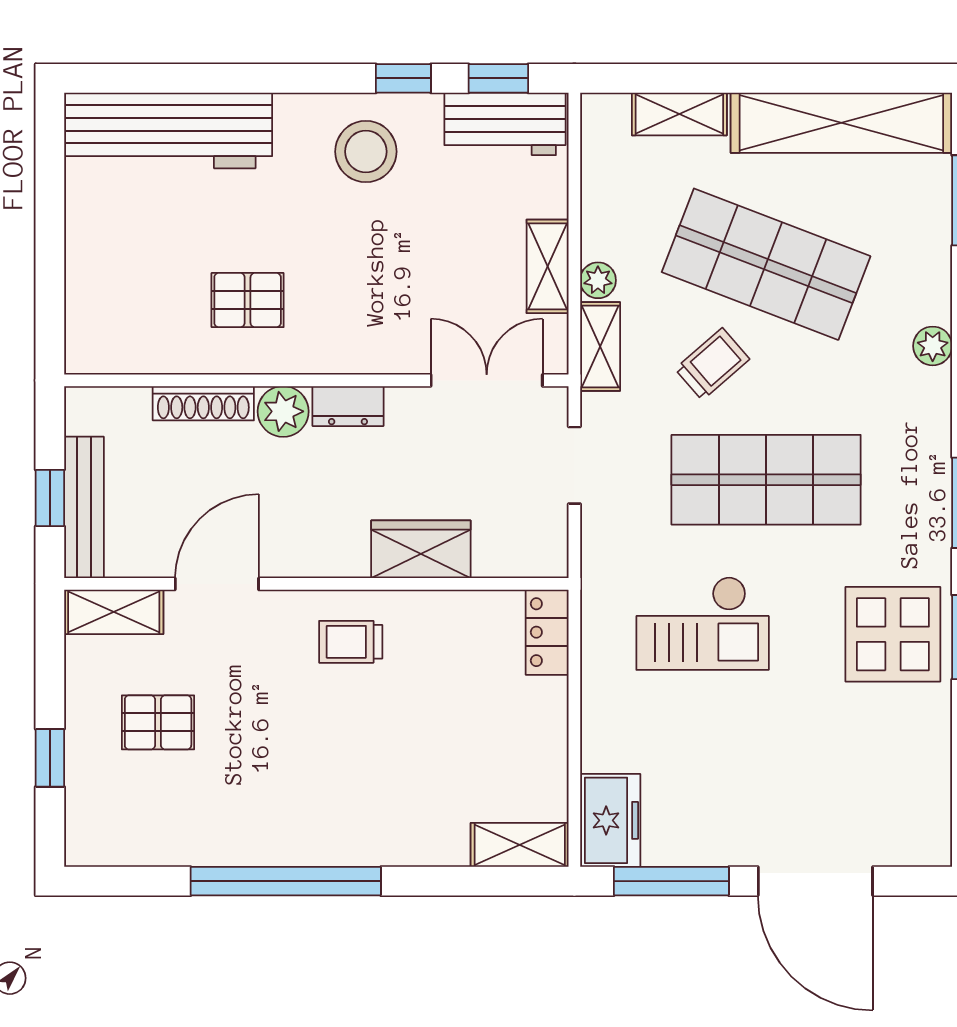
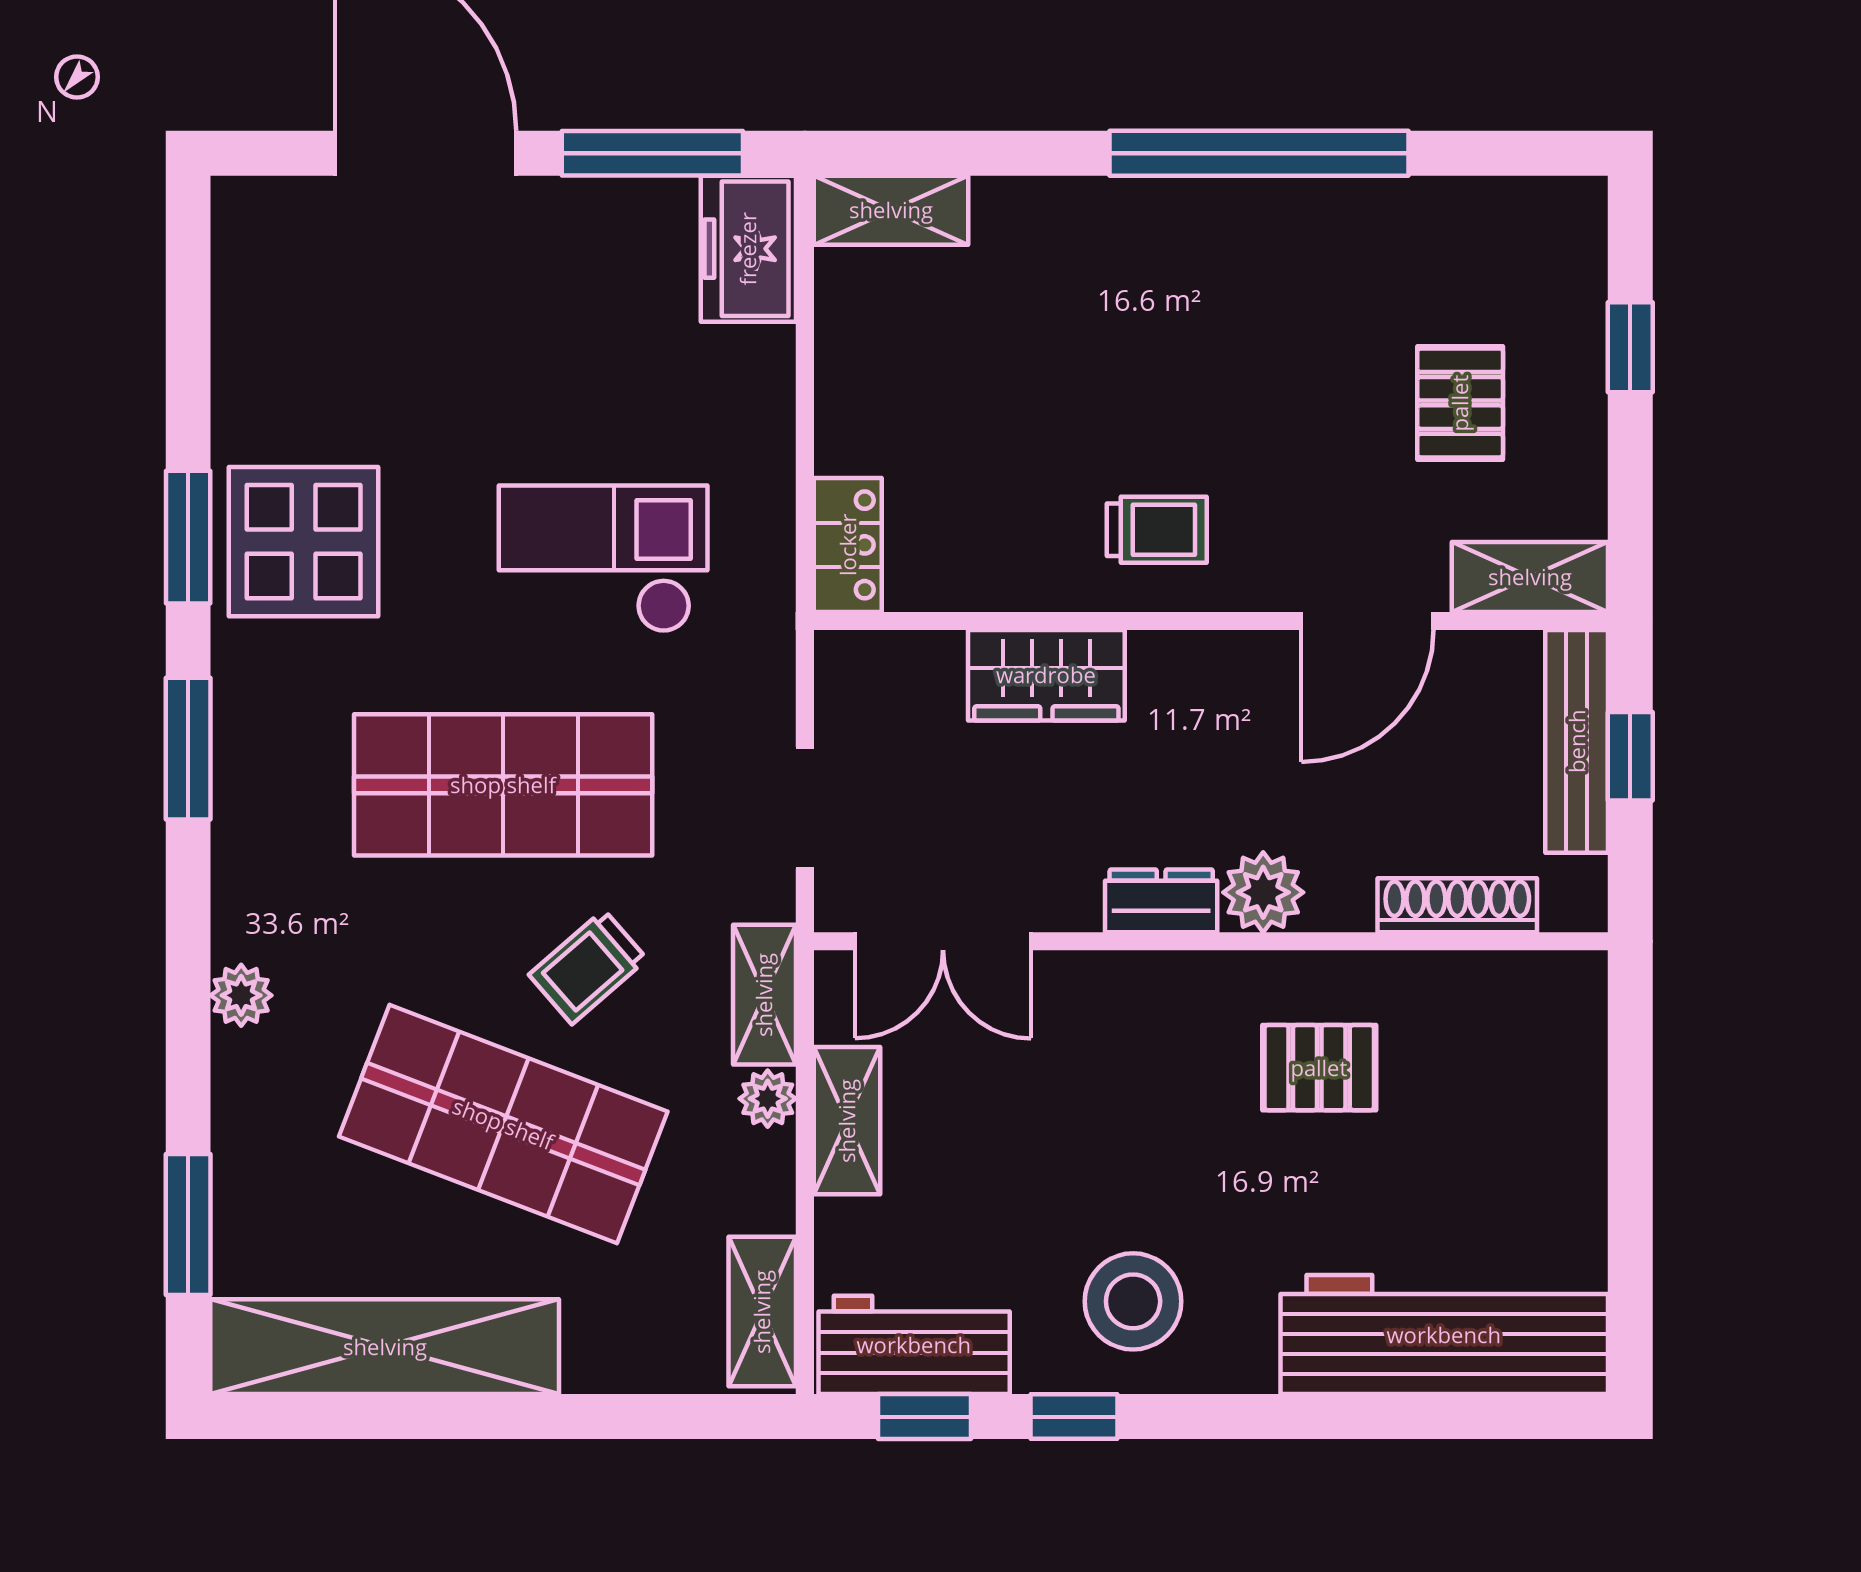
shelving: (679, 114) -> (762, 1312), moved, turned 90
shoe rack: (203, 403) -> (1457, 905), moved
pallet: (158, 722) -> (1460, 403), turned 90

